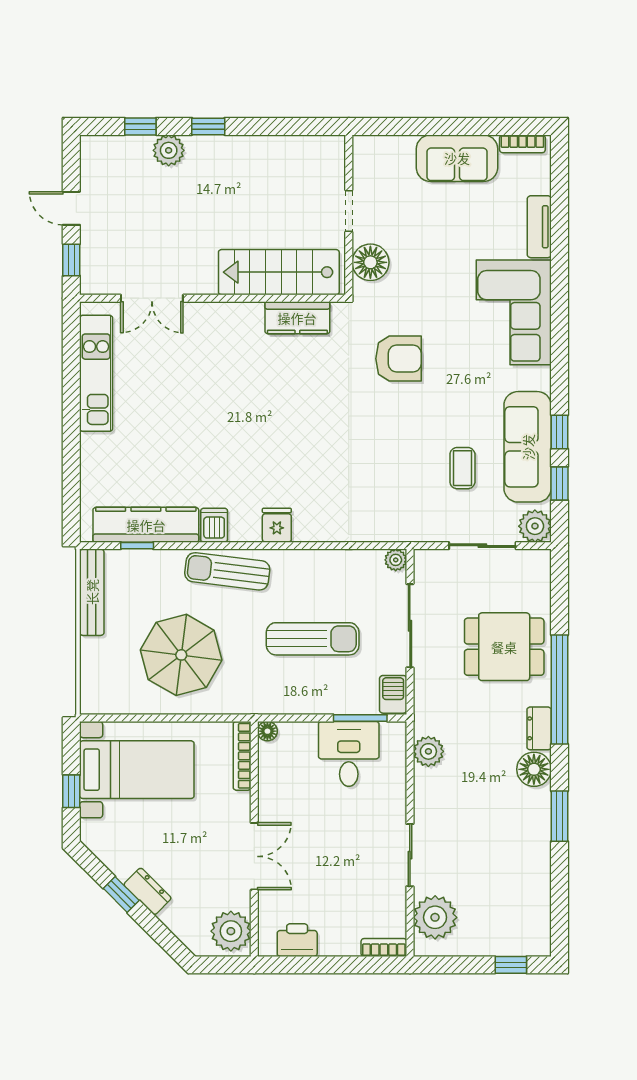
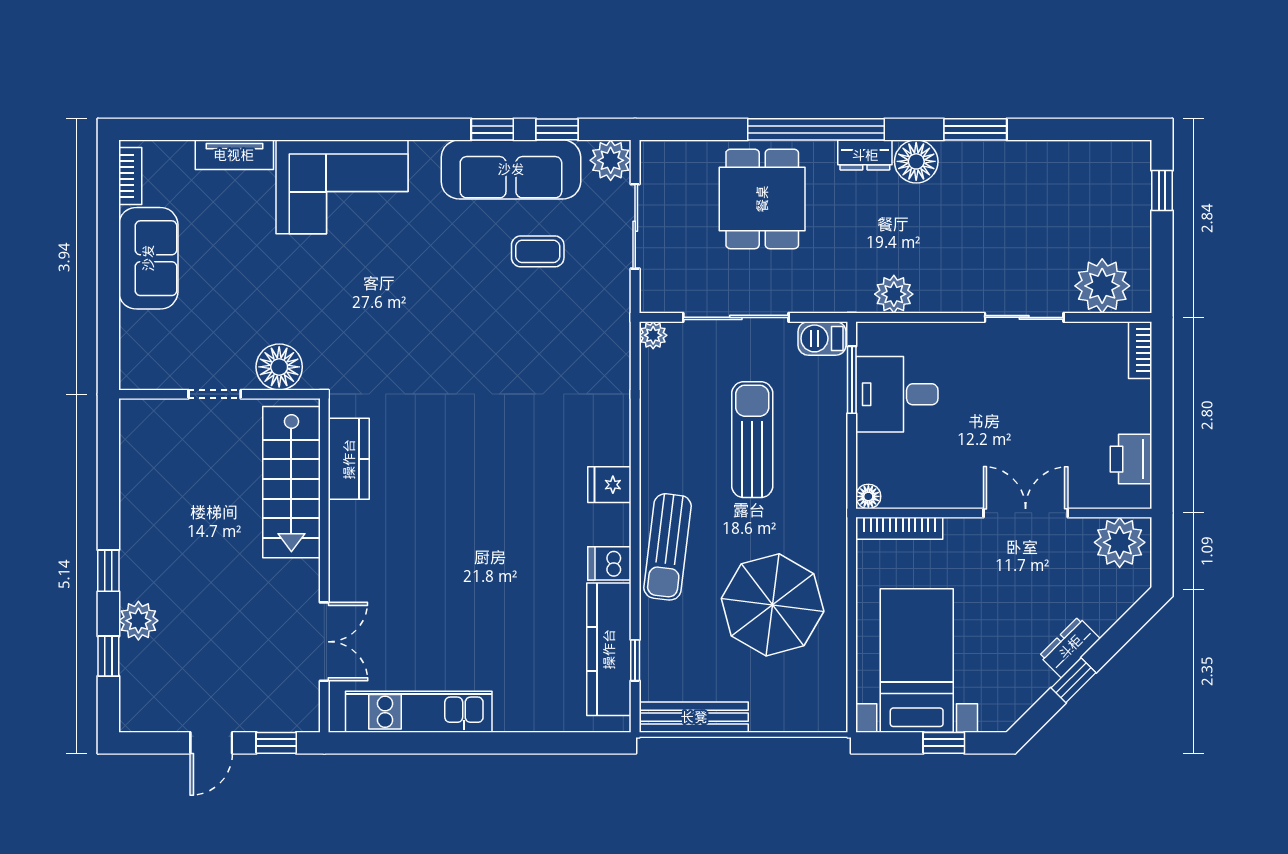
armchair: (398, 359) -> (400, 332), removed

